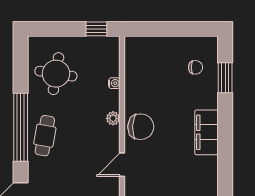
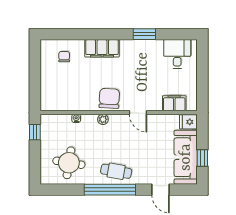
window: (225, 78) -> (144, 34), moved
filing cabinet: (206, 132) -> (102, 48), moved

